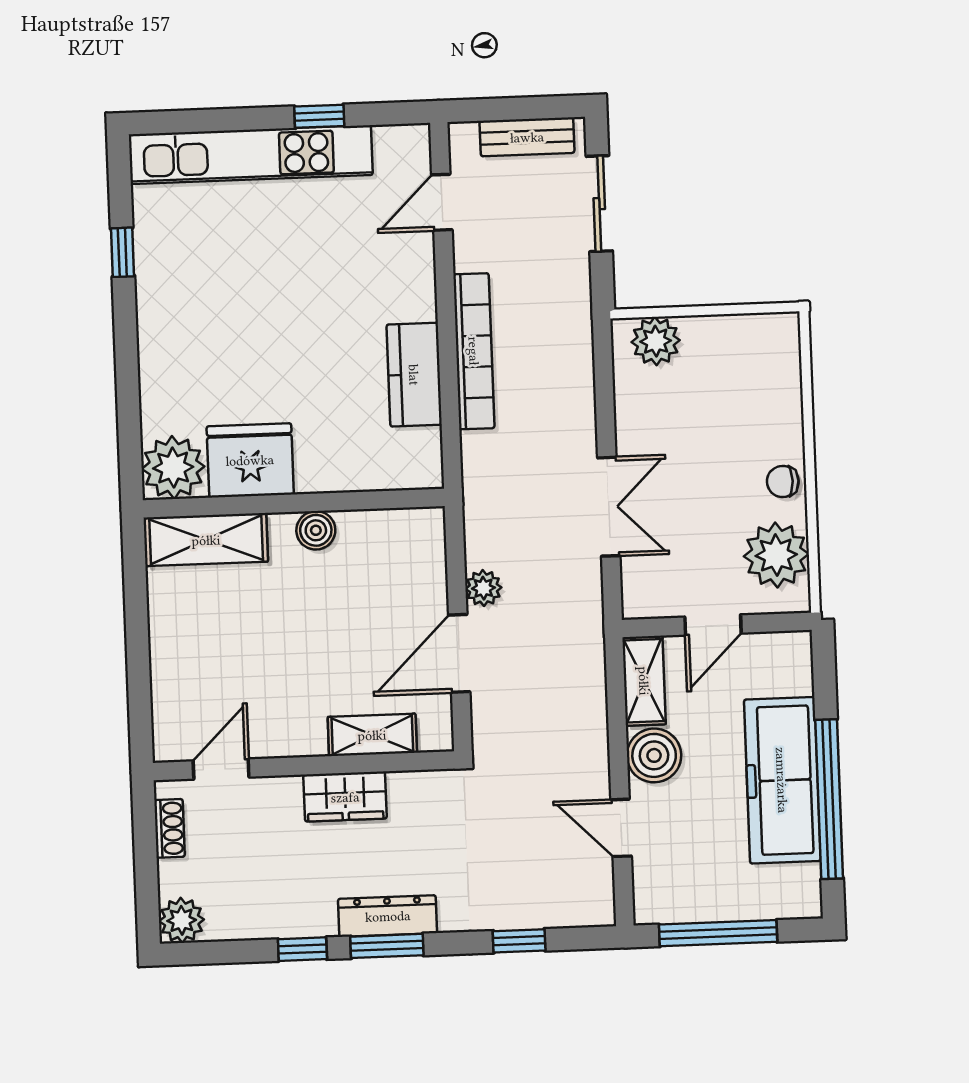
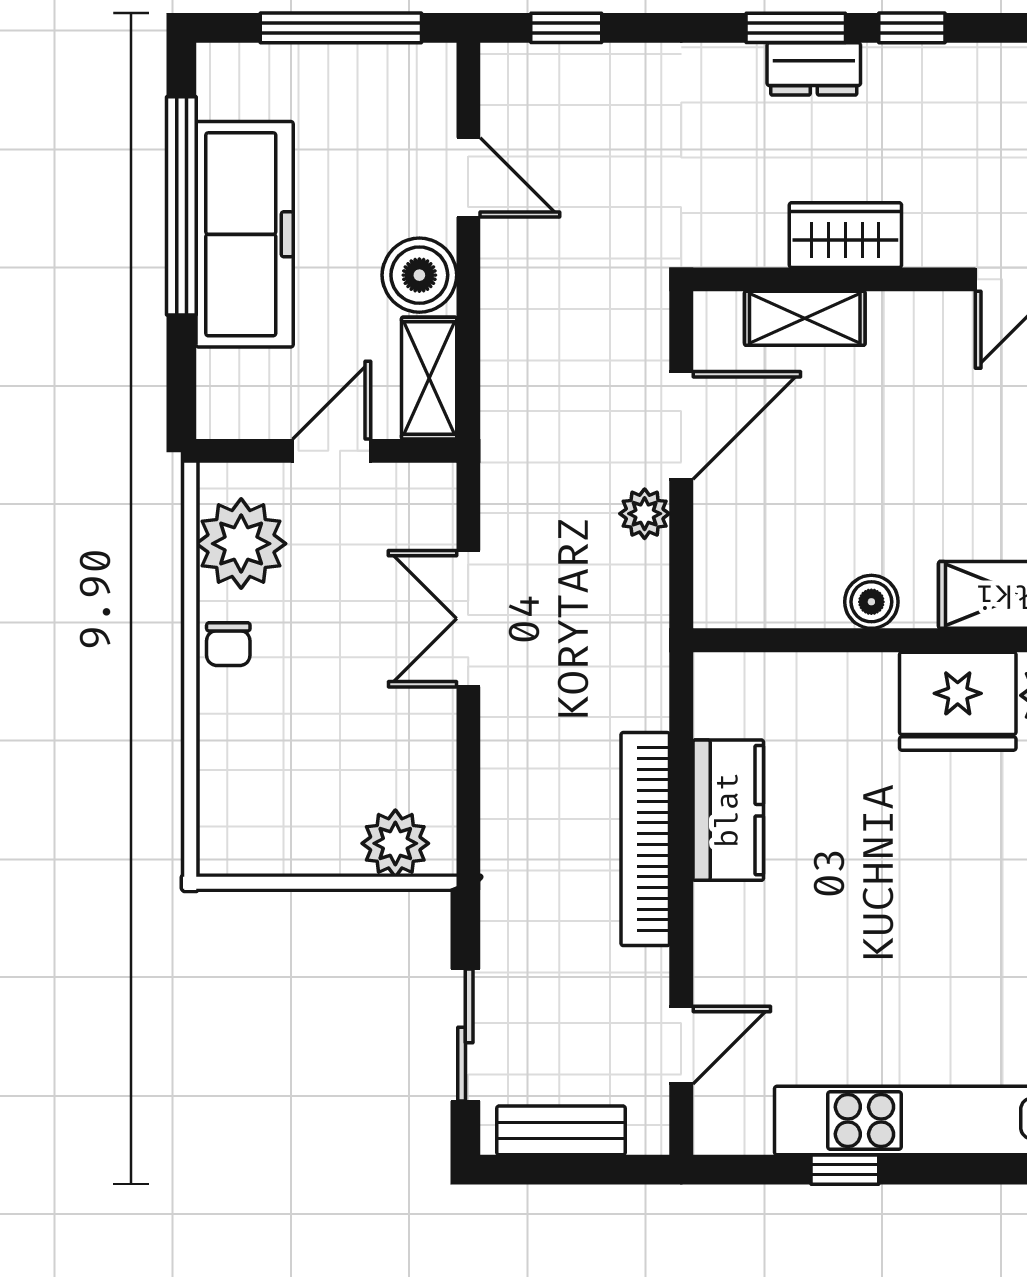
chair: (783, 481) -> (228, 644), turned 90
dresser: (388, 916) -> (814, 69), width x0.70
window: (519, 941) -> (566, 28), moved

